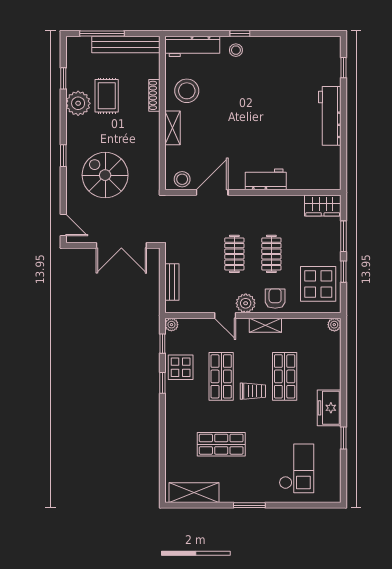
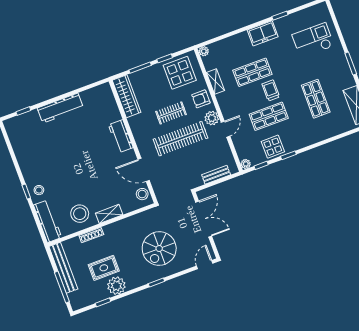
wardrobe: (323, 206) -> (127, 96), width x1.50
clothes rail: (234, 254) -> (180, 139), width x1.86, depth x1.31
shelving: (265, 325) -> (215, 81), moved

